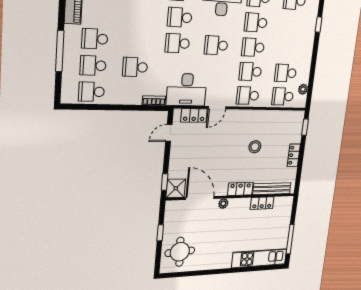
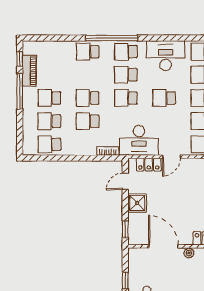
school desk: (137, 41) -> (88, 98), added
window: (60, 51) -> (20, 91), moved
shower: (176, 188) -> (137, 203), moved

